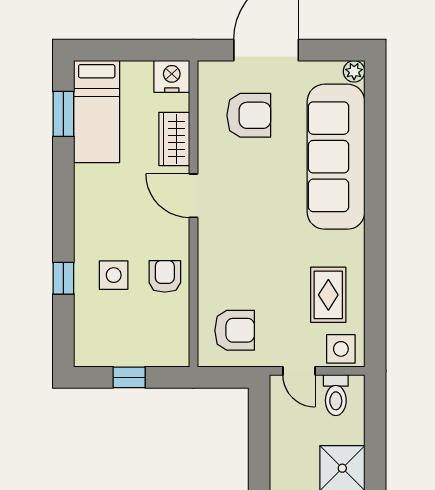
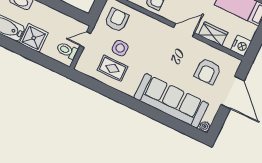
armchair: (235, 330) -> (117, 20), turned 180
side table: (341, 349) -> (120, 48), moved

